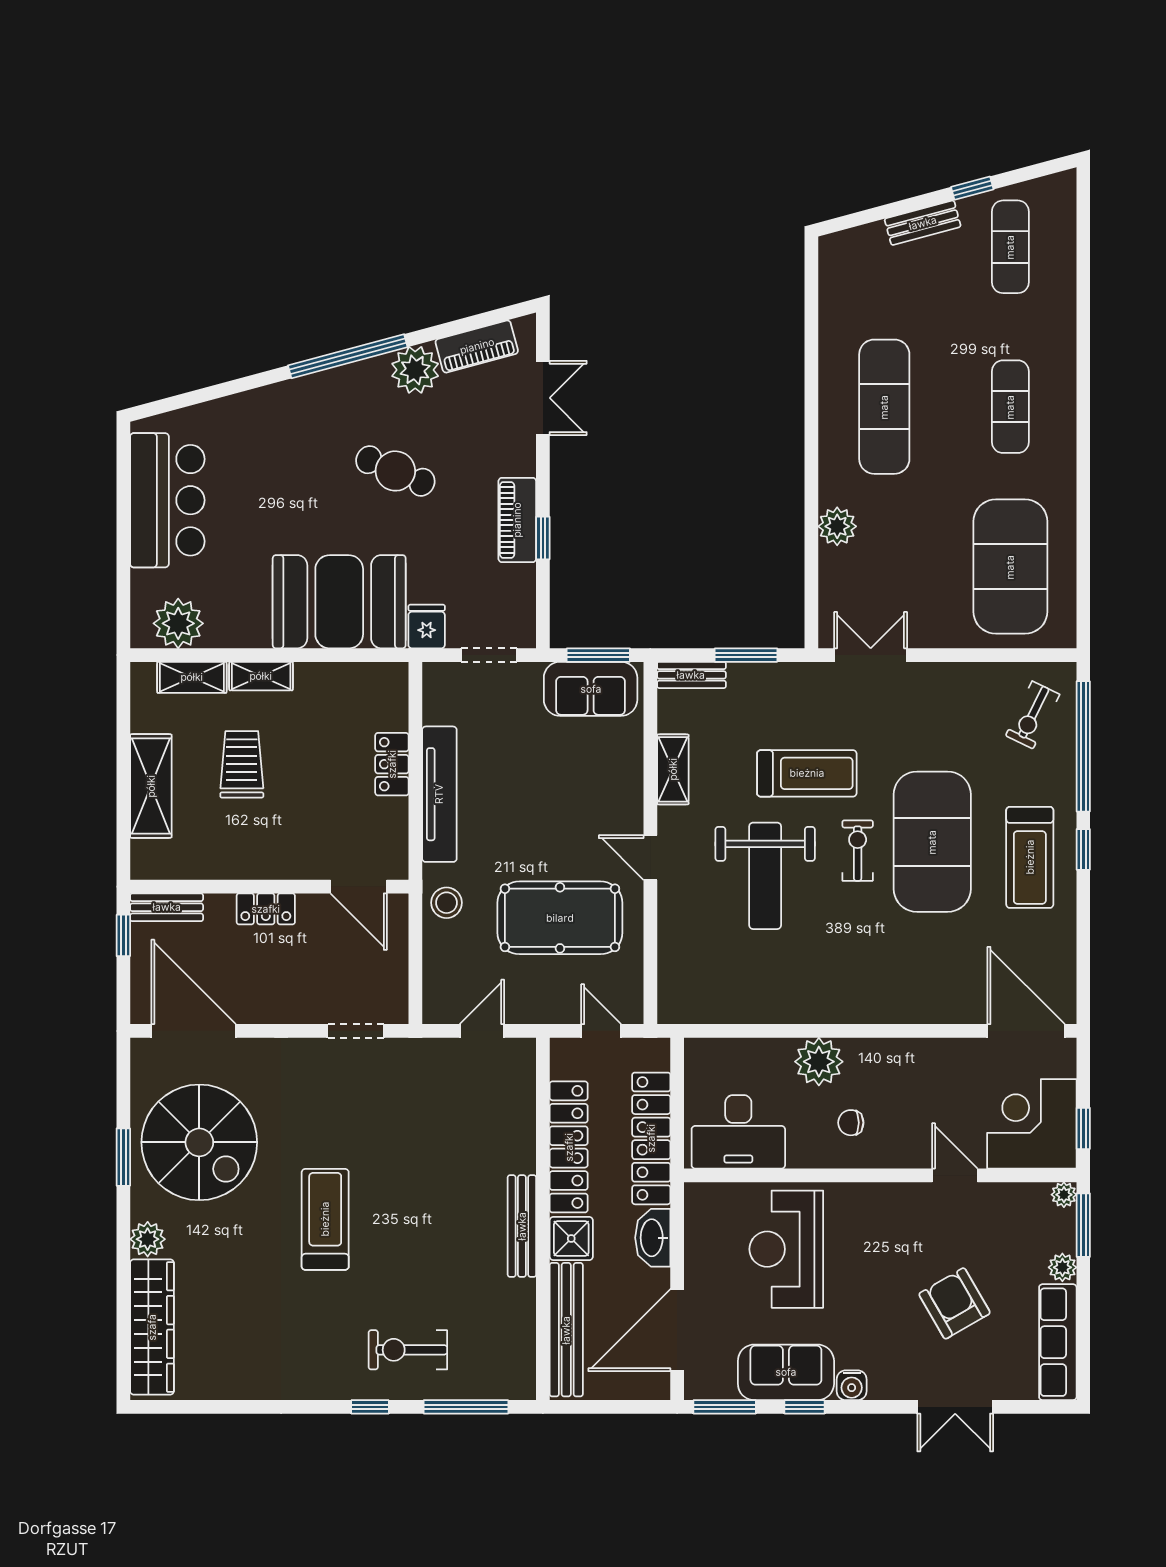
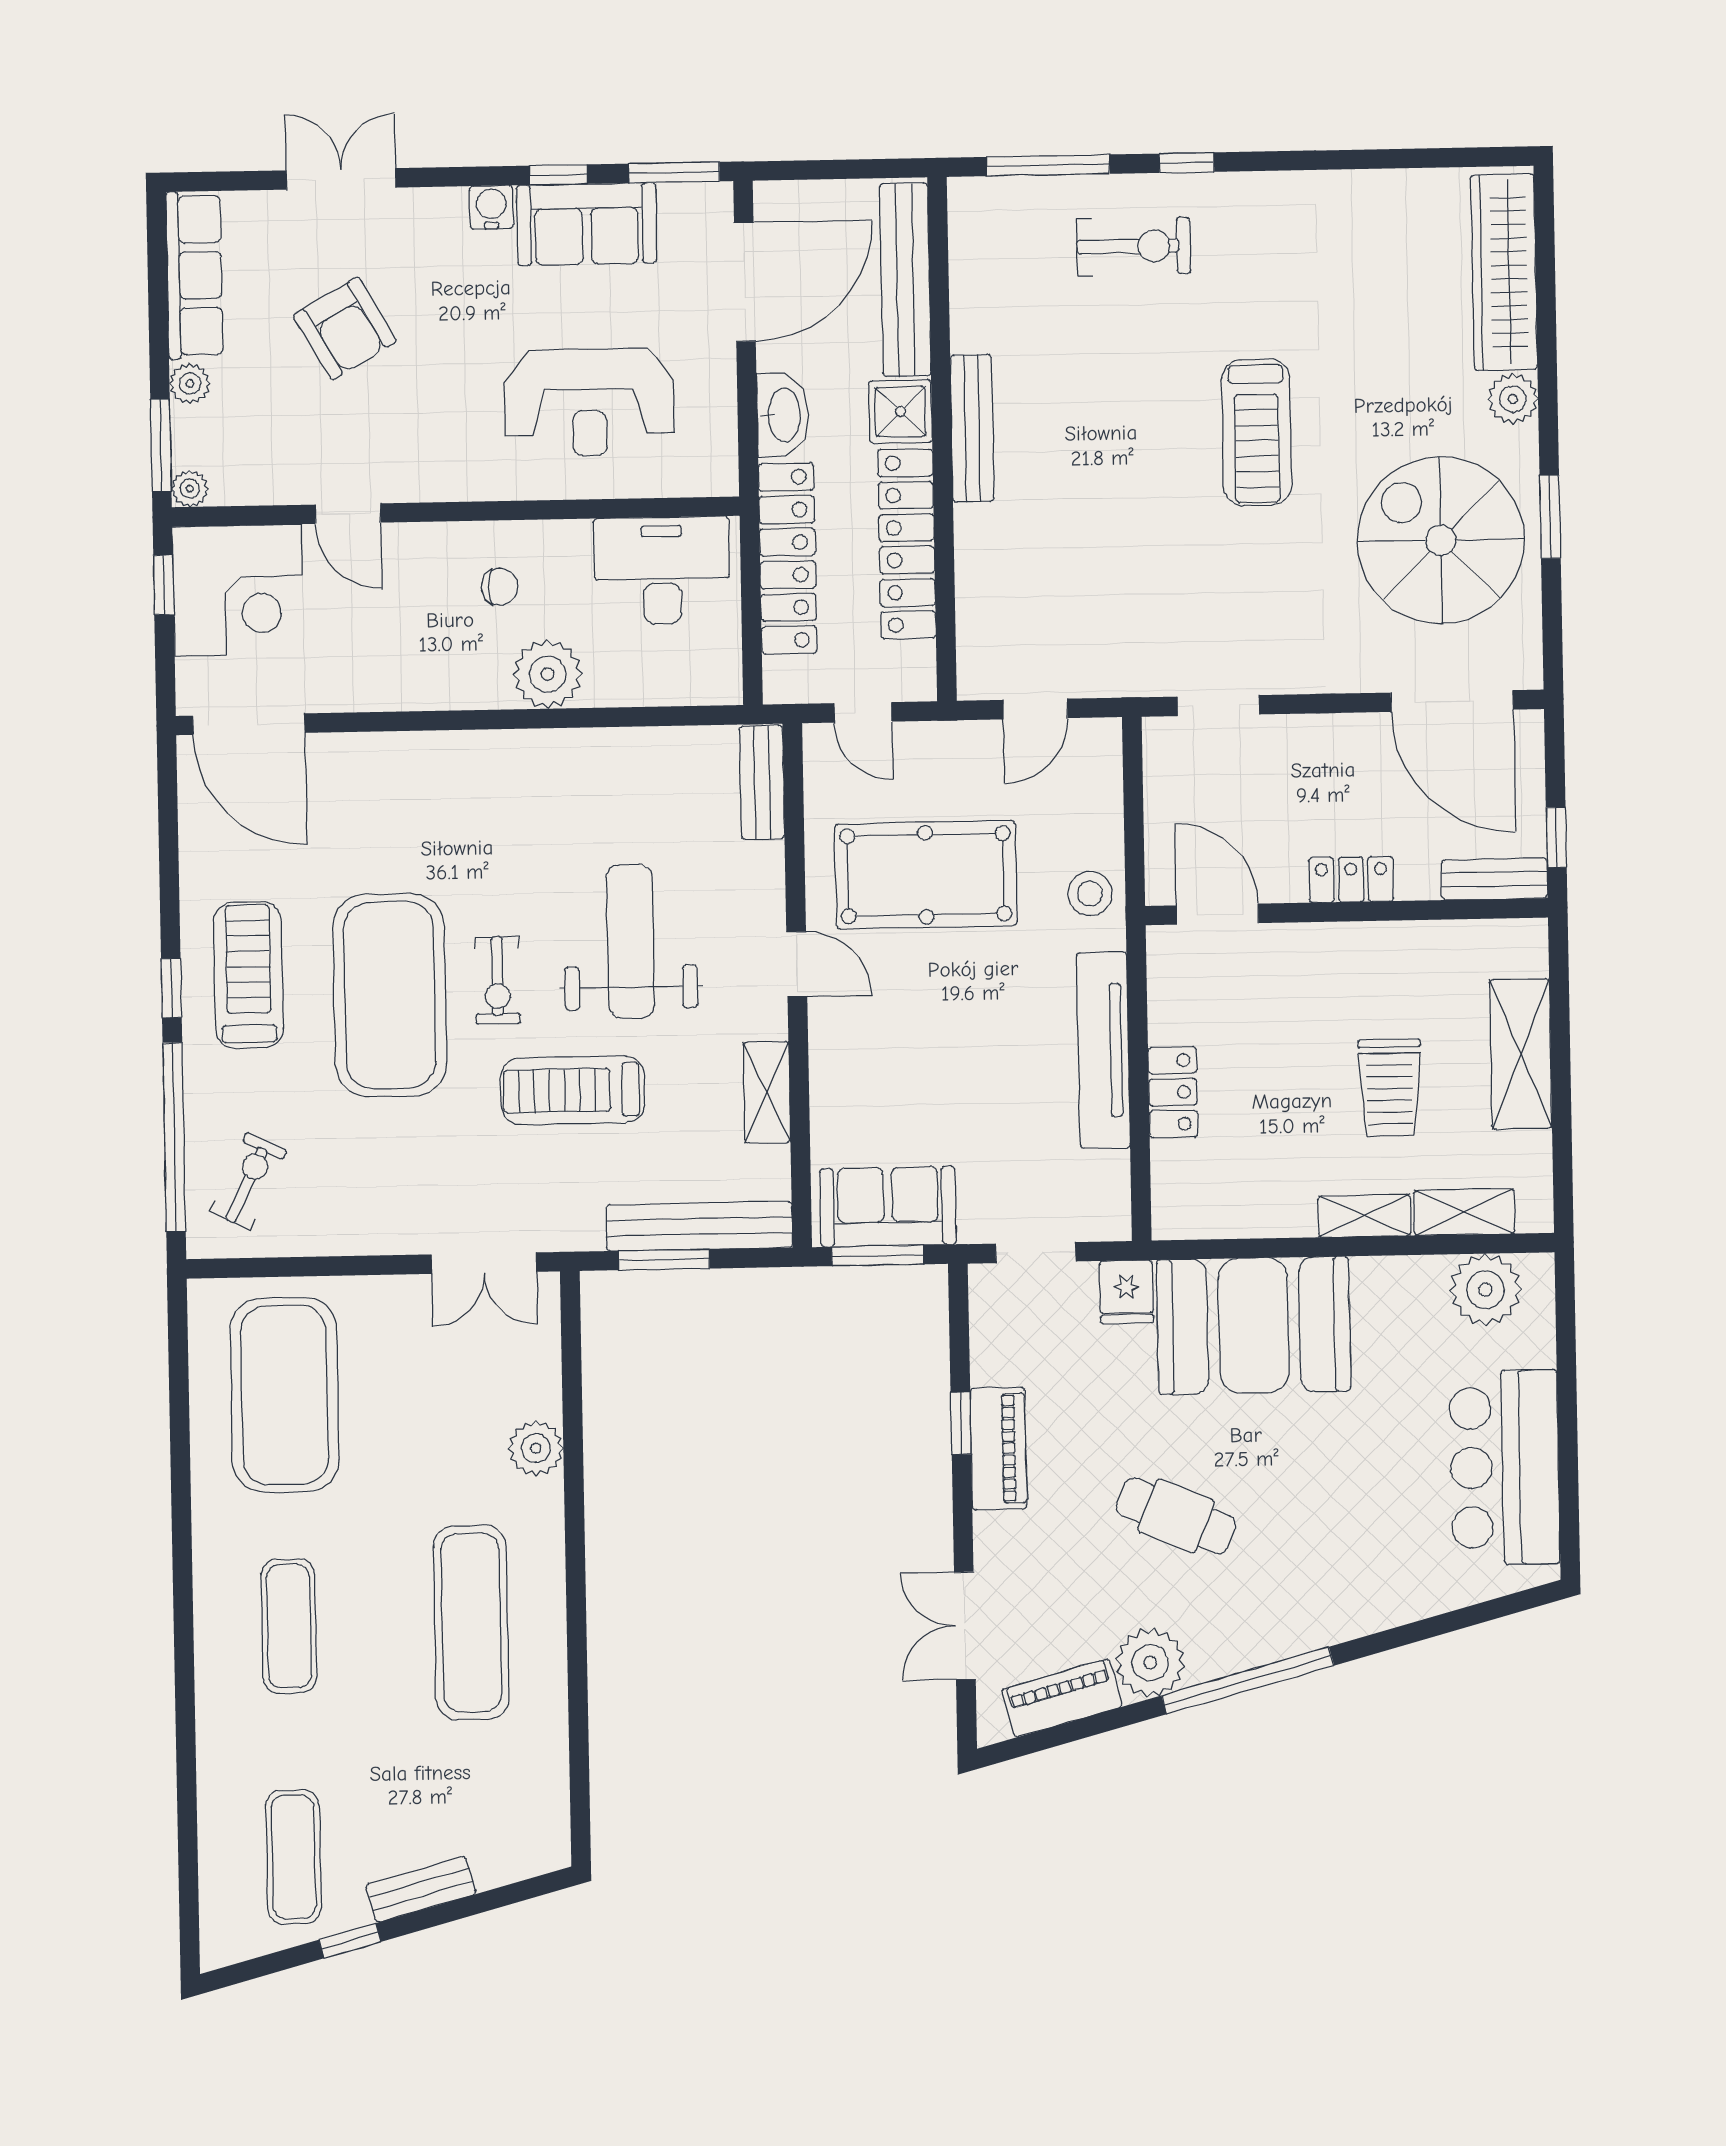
bench: (691, 675) -> (699, 1226), width x1.86, depth x1.21
bench: (672, 984) -> (762, 782), added
reception desk: (786, 1249) -> (589, 402), turned 90

